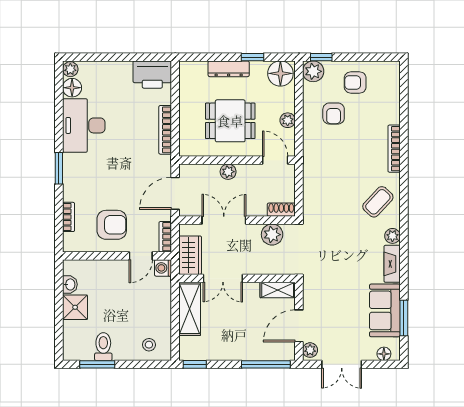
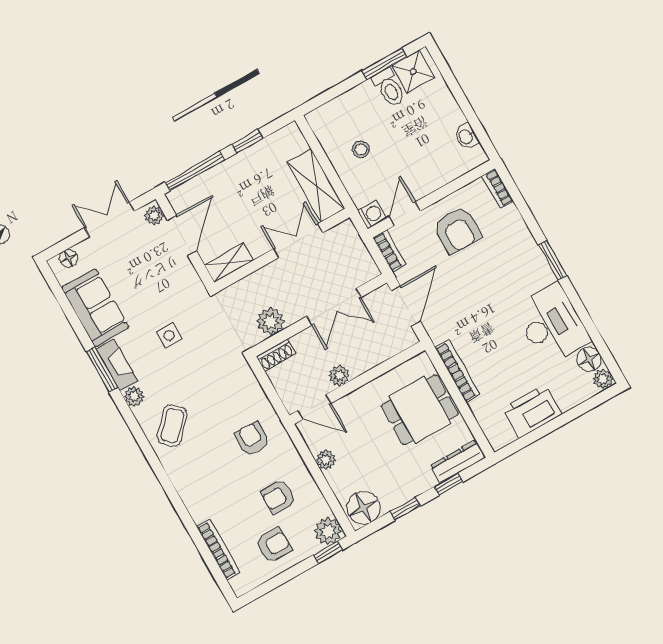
window: (214, 57) -> (449, 484), added
dresser: (229, 69) -> (458, 462), moved
printer: (152, 75) -> (532, 411), moved
armchair: (334, 114) -> (278, 497), turned -90
dining table: (230, 121) -> (420, 410), moved
bookcase: (394, 149) -> (218, 549), moved
armchair: (329, 163) -> (252, 439), added
plant: (228, 172) -> (340, 376), moved
bookcase: (69, 217) -> (498, 189), moved
armchair: (112, 225) -> (457, 230), turned -90
wardrobe: (190, 255) -> (350, 246), removed
side table: (346, 264) -> (169, 336), added
shower: (75, 307) -> (413, 71), moved
window: (404, 318) -> (102, 370), moved
stool: (149, 345) -> (361, 149), moved
window: (195, 364) -> (247, 141), moved

